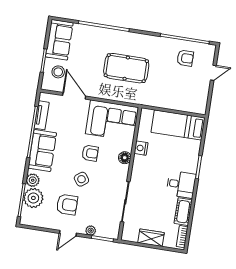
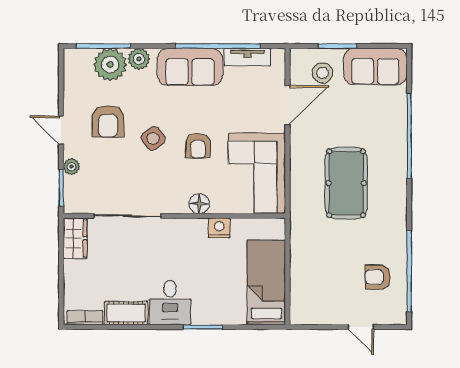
armchair: (185, 58) -> (378, 277), turned 90
wardrobe: (151, 238) -> (75, 238), moved

